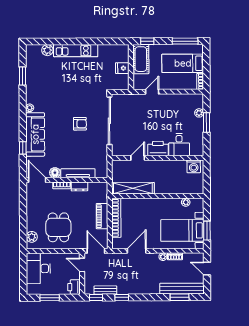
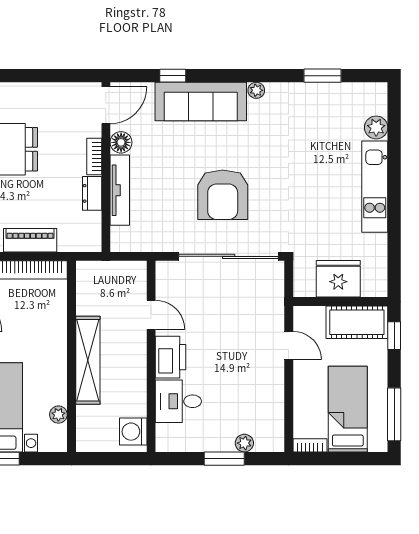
fridge: (122, 68) -> (338, 279), width x1.88, depth x1.34
armchair: (80, 124) -> (223, 195), width x1.88, depth x1.88
shelving: (133, 188) -> (88, 360), moved

